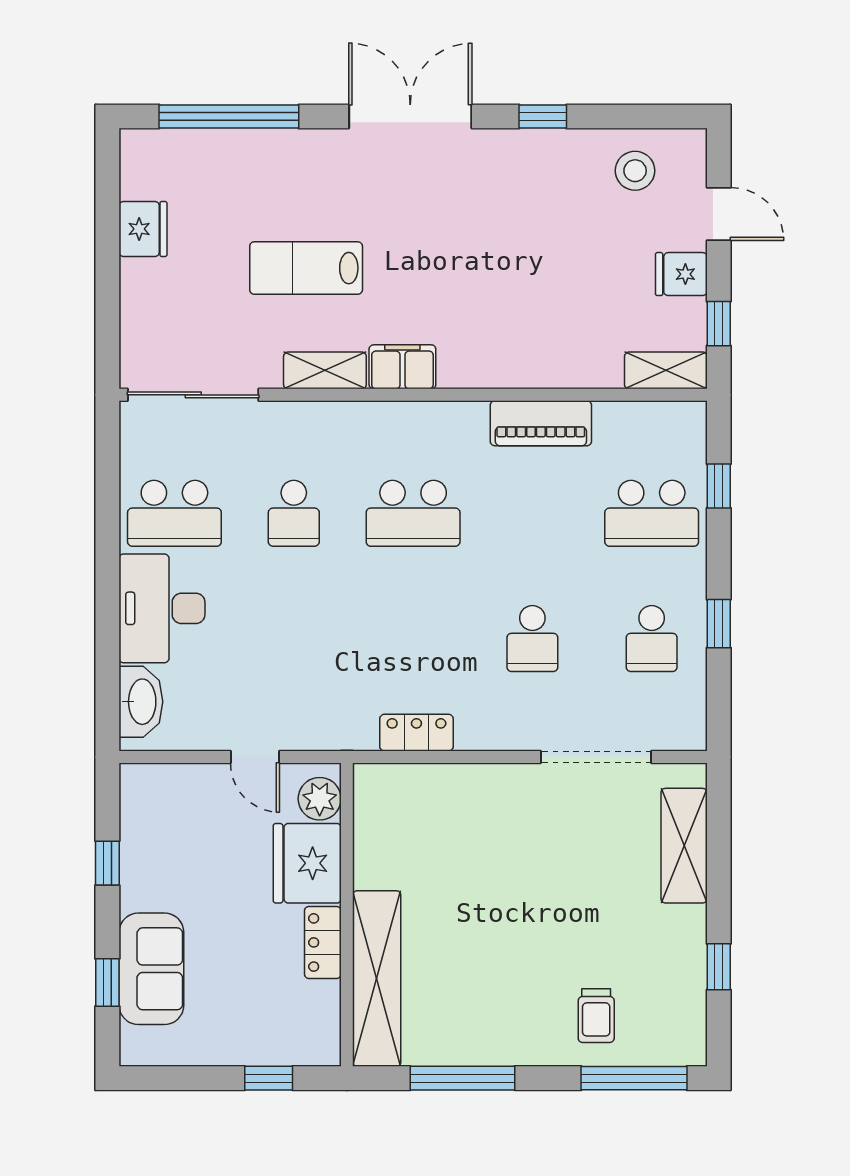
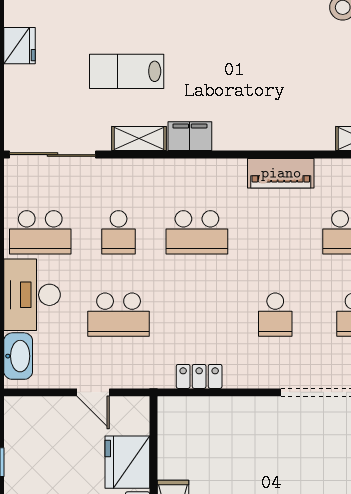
school desk: (294, 639) -> (119, 315), added
plant: (320, 799) -> (136, 420), removed

